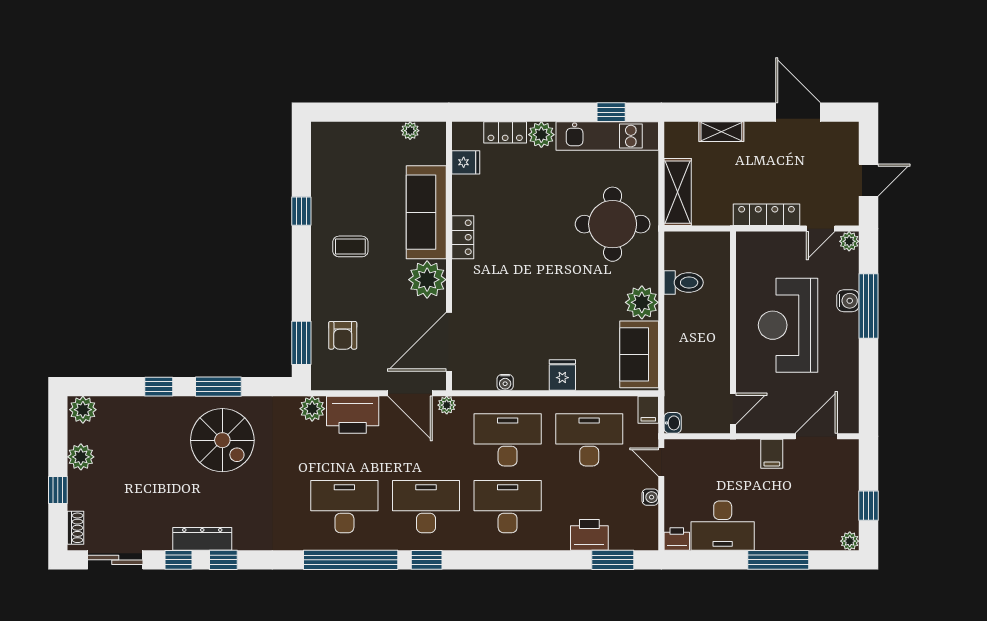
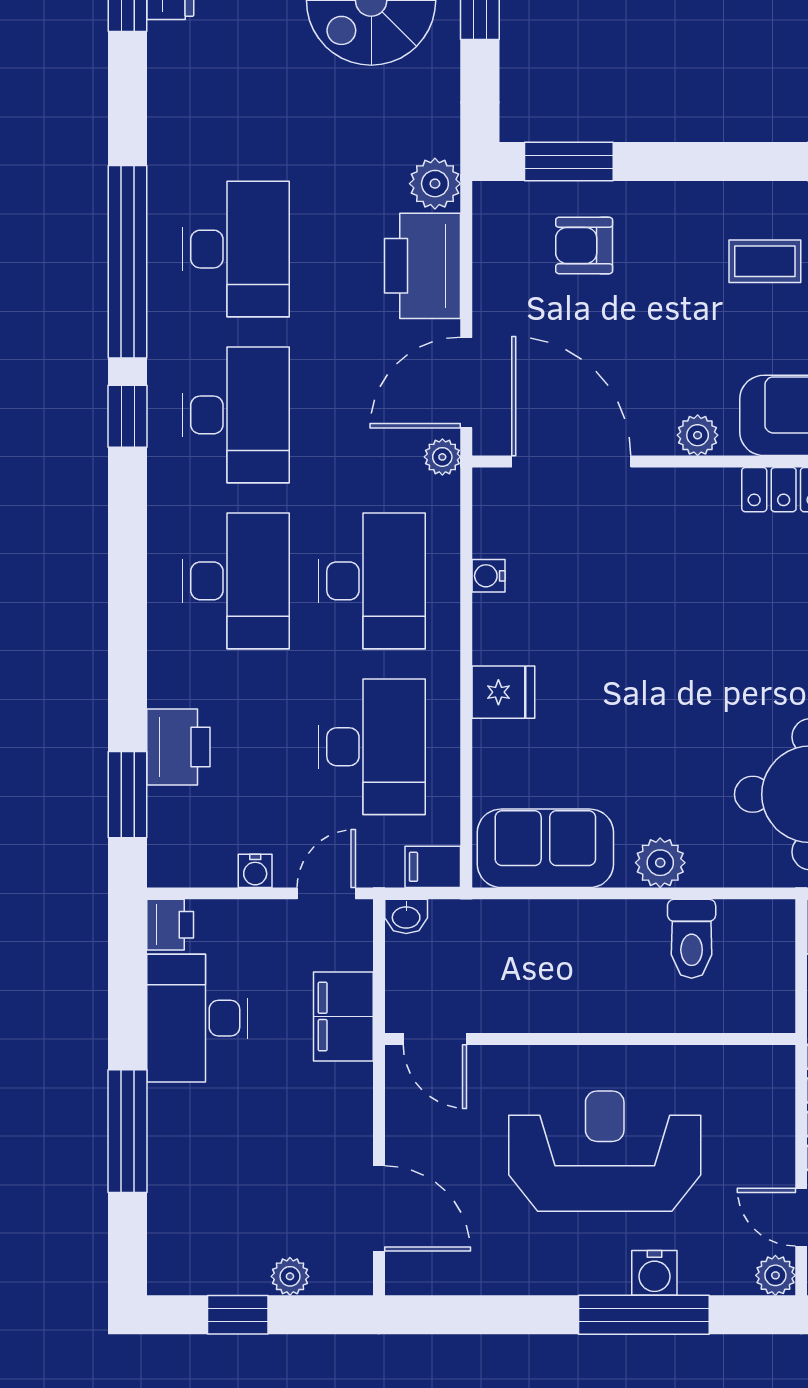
coffee table: (350, 246) -> (765, 261), turned 90
plant: (427, 280) -> (698, 435), width x0.53, depth x0.53
plant: (642, 302) -> (660, 863), width x0.73, depth x0.73
filing cabinet: (772, 454) -> (343, 1016), moved, width x2.00
plant: (850, 541) -> (290, 1276), moved

